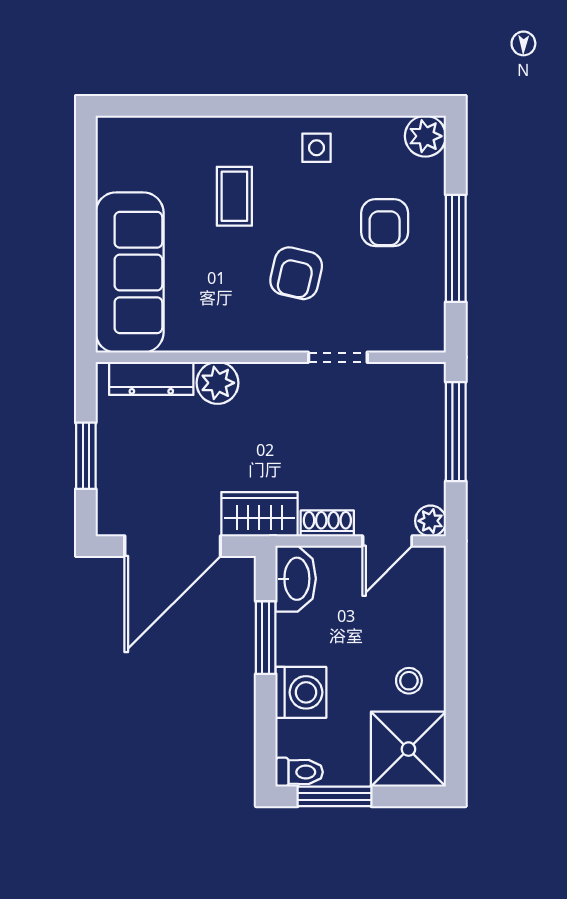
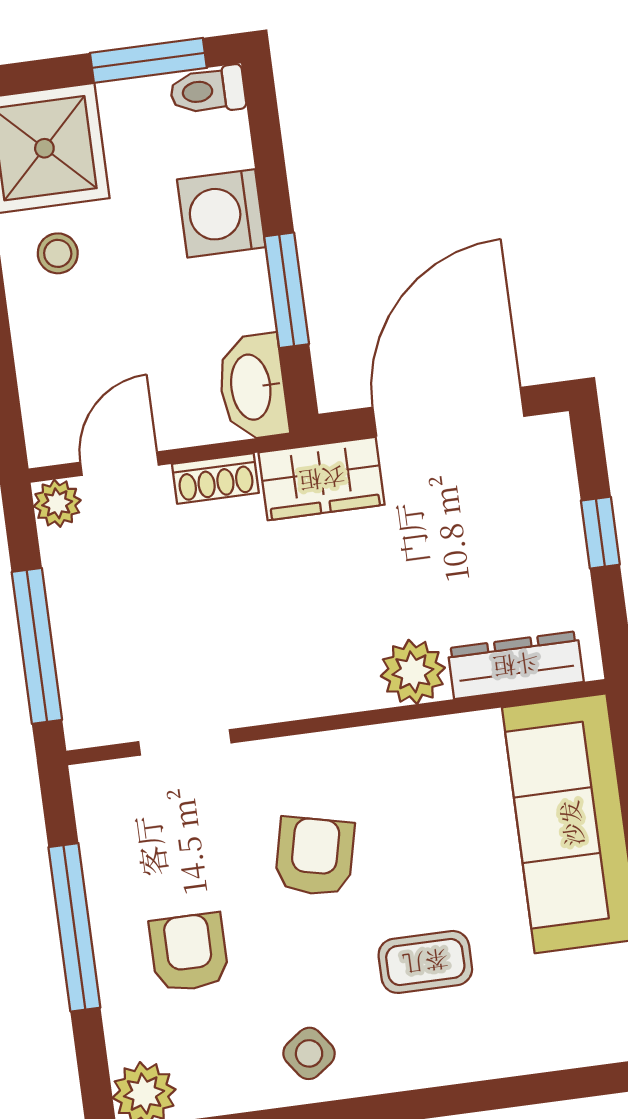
side table: (316, 148) -> (309, 1053), turned -36
coffee table: (234, 196) -> (425, 962), turned 90
doorway: (338, 357) -> (185, 742), moved
window: (86, 456) -> (600, 533), width x0.67

